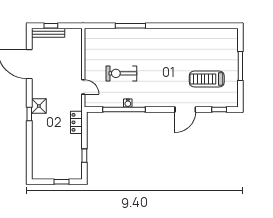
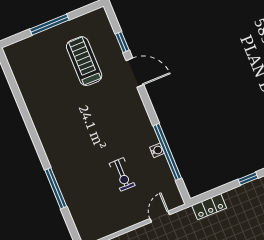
exercise bike: (121, 73) -> (122, 174), width x0.73, depth x0.72
treadmill: (207, 79) -> (84, 61), turned 180
window: (219, 109) -> (122, 42), moved

